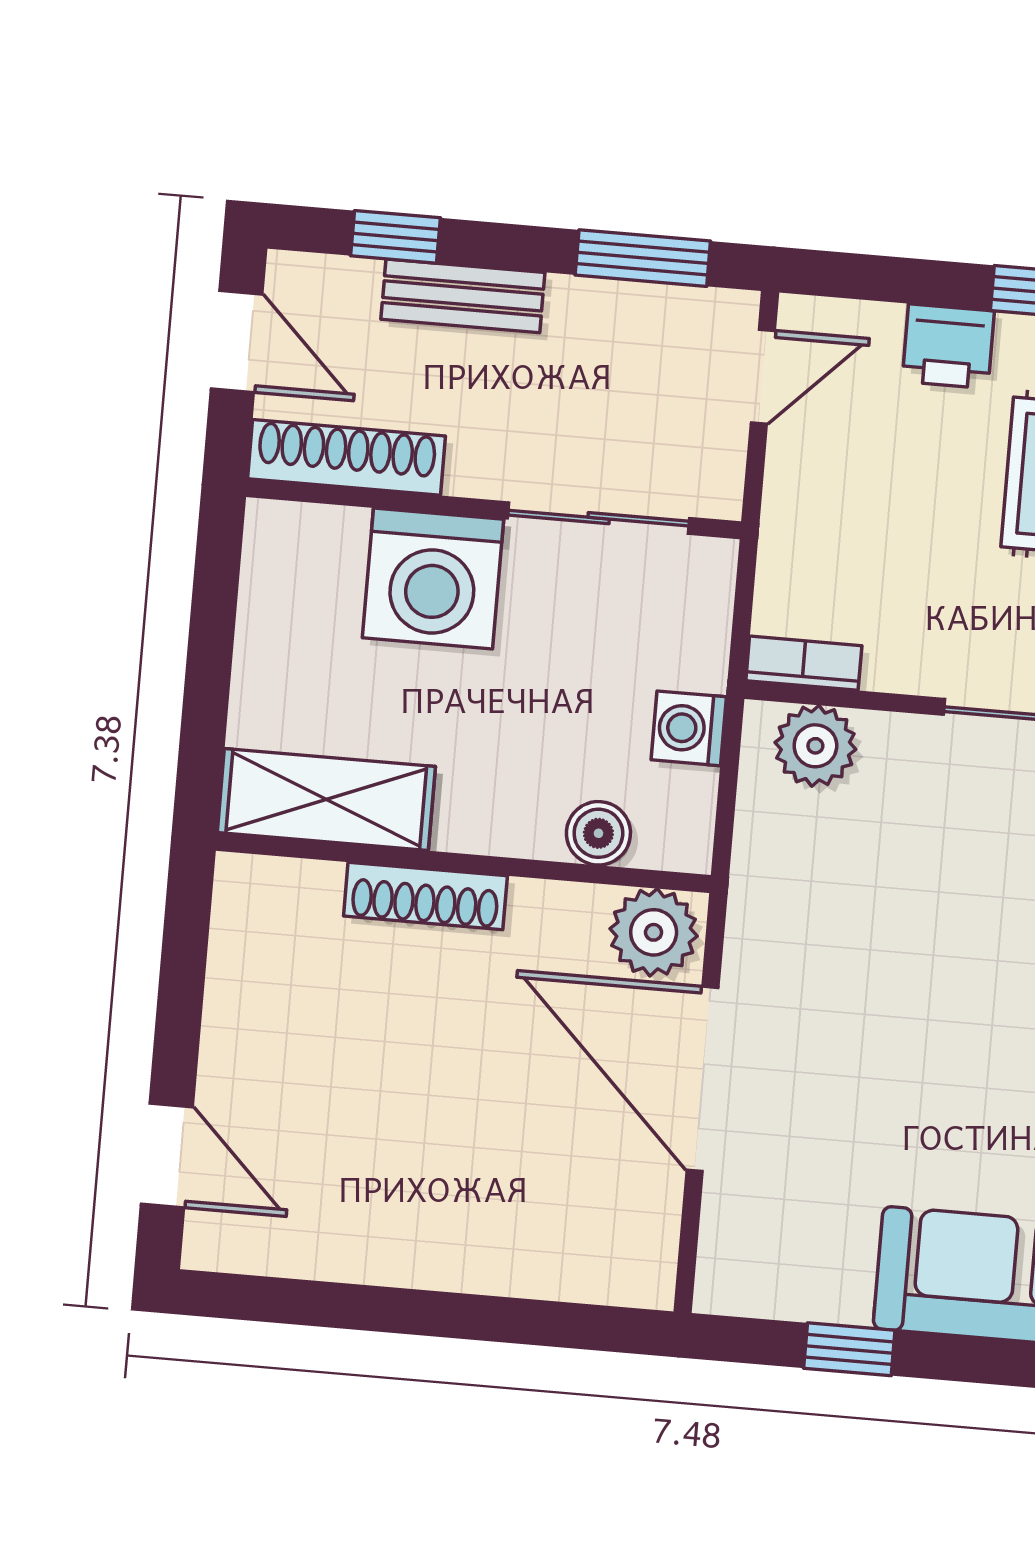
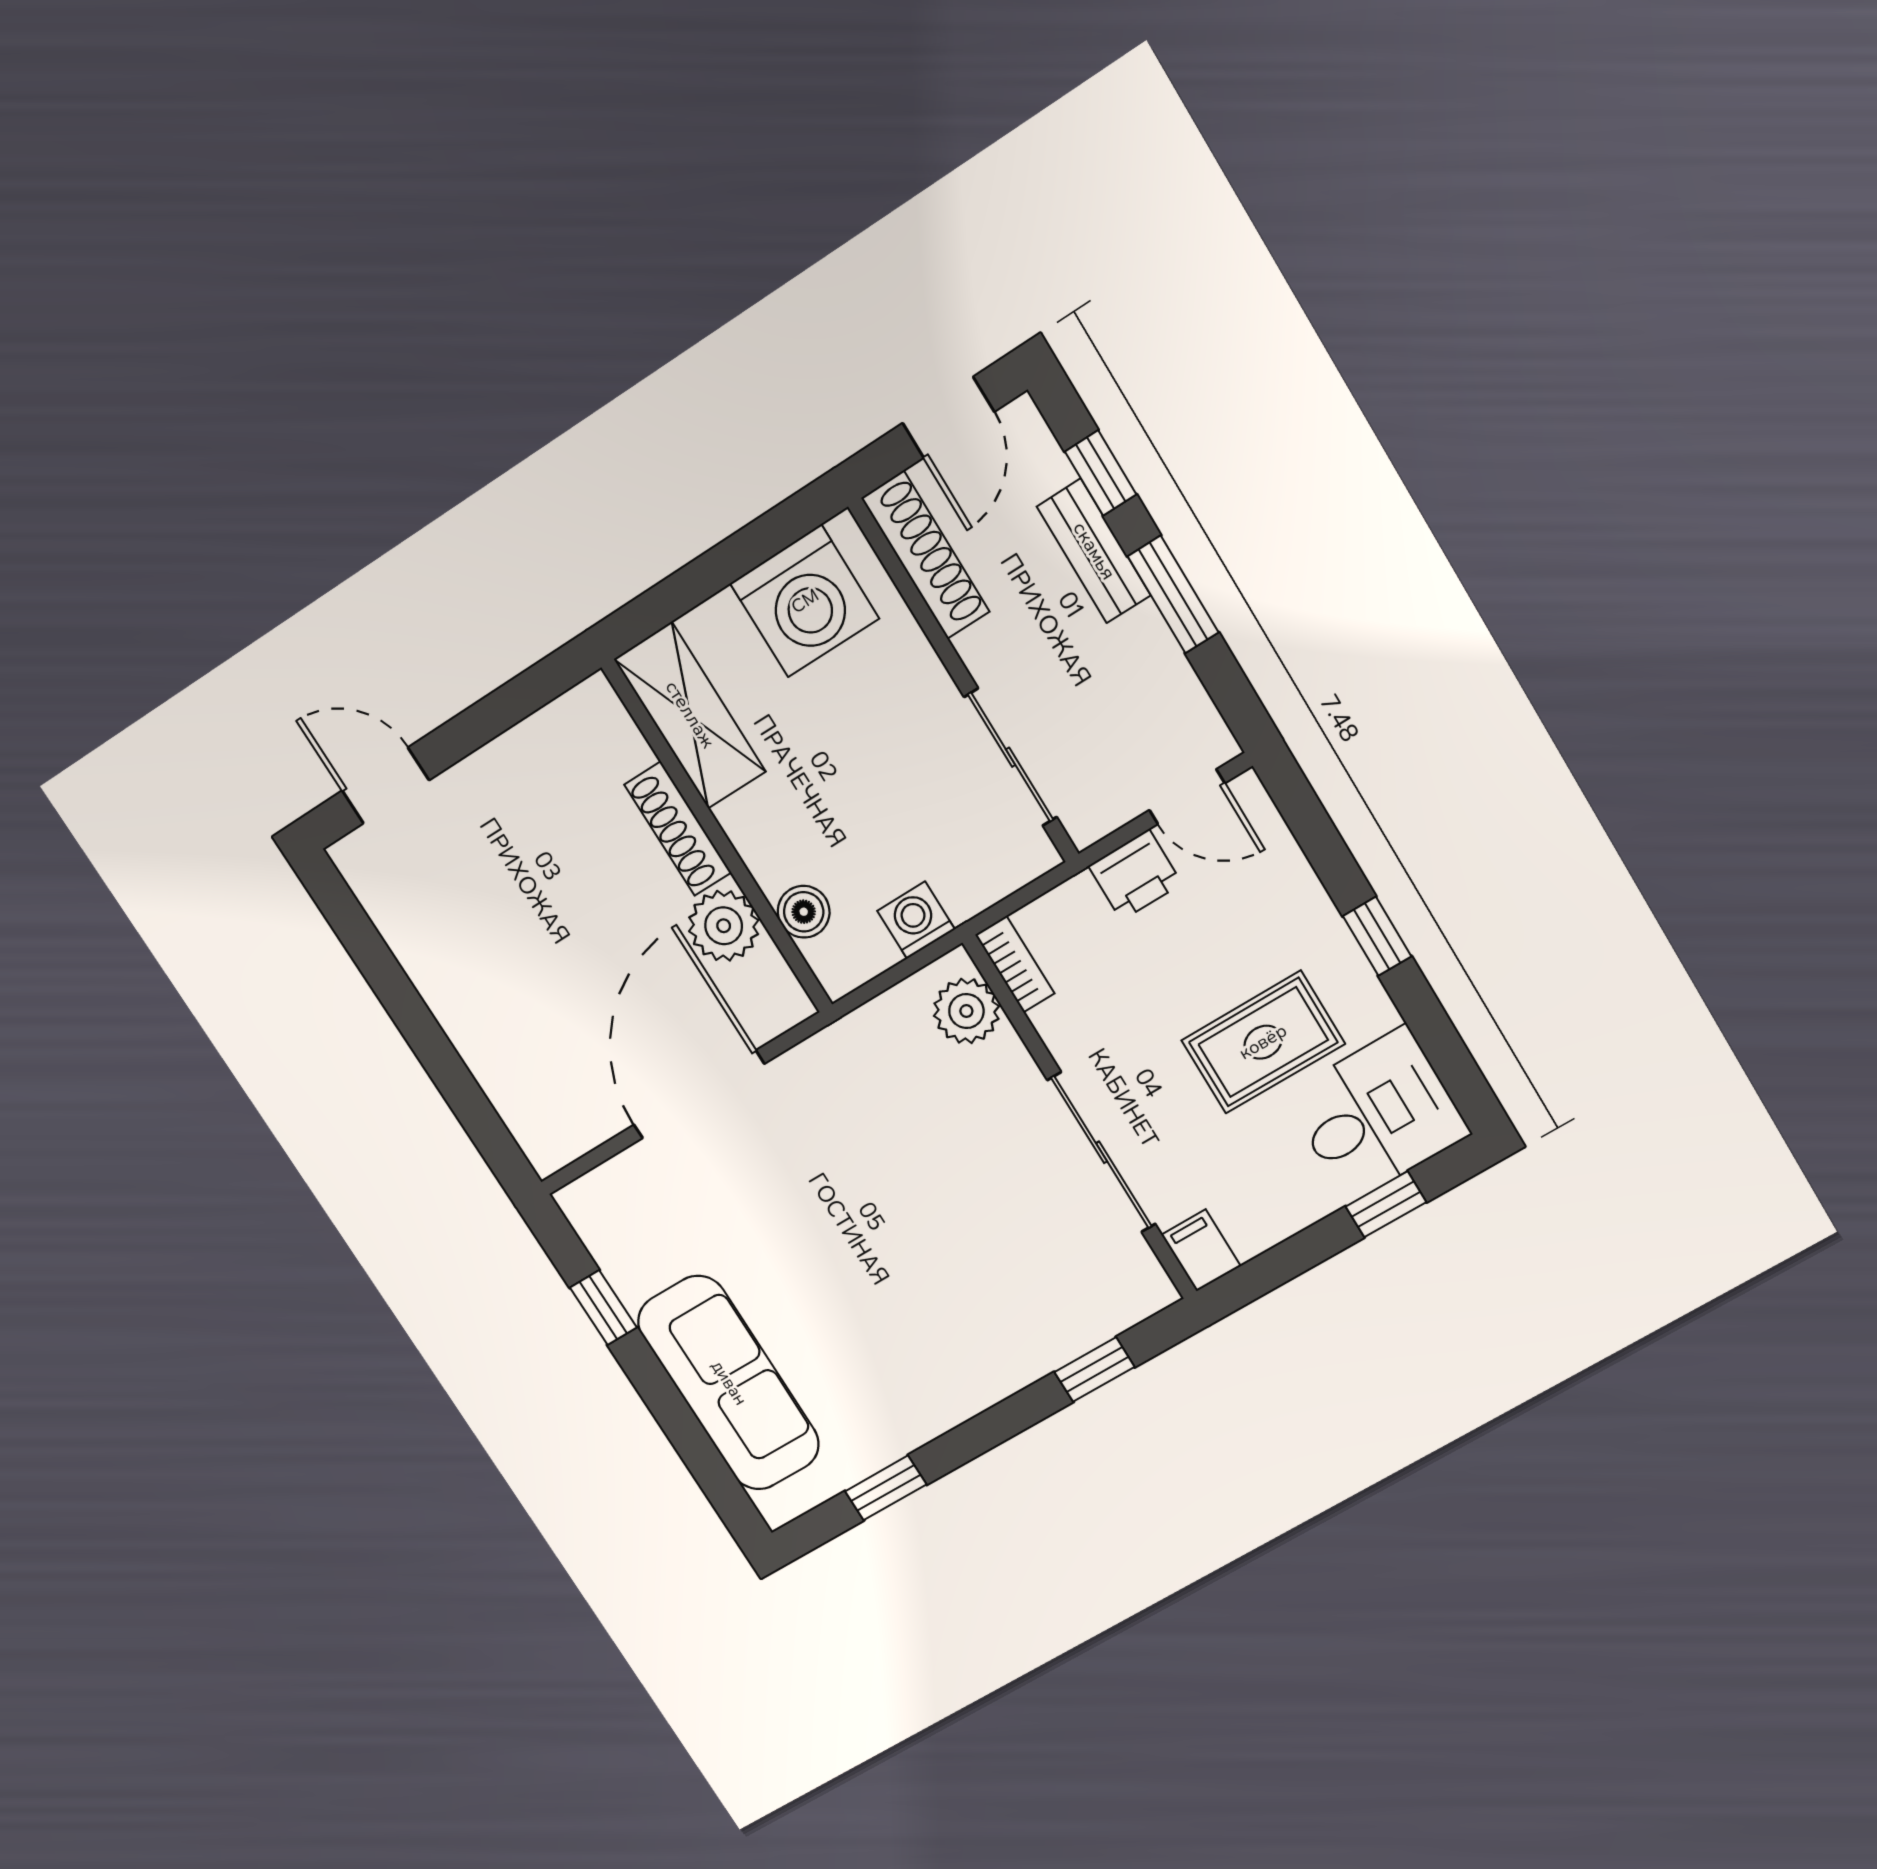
window: (643, 258) -> (1173, 594), moved
printer: (948, 346) -> (1135, 875), moved, turned -90
washing machine: (433, 578) -> (805, 601), moved, turned -90
plant: (654, 932) -> (724, 926), moved
door: (167, 1155) -> (386, 785), swing flipped

